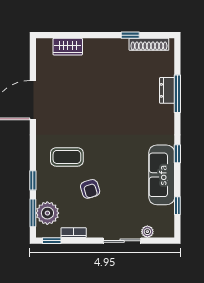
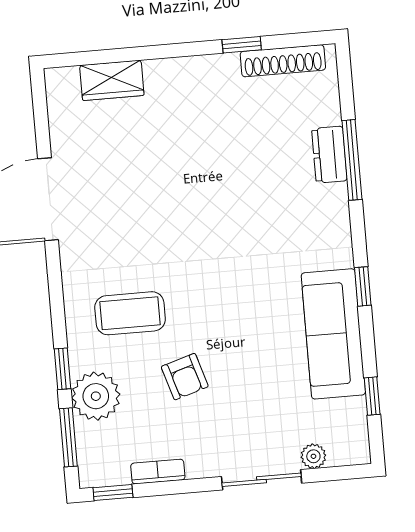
plant: (47, 213) -> (96, 396), moved

